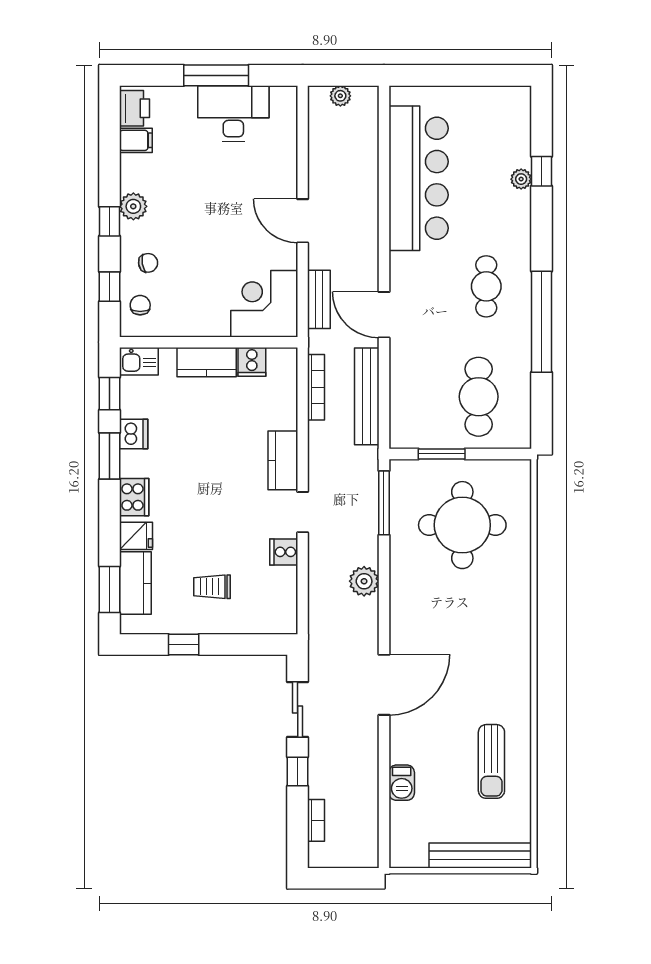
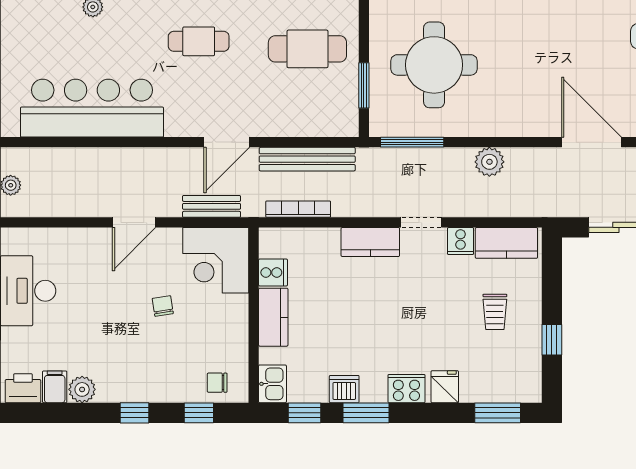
plant: (133, 206) -> (82, 389), moved
chair: (148, 263) -> (163, 306), moved
kitchen counter: (135, 583) -> (506, 243), moved, turned 180

